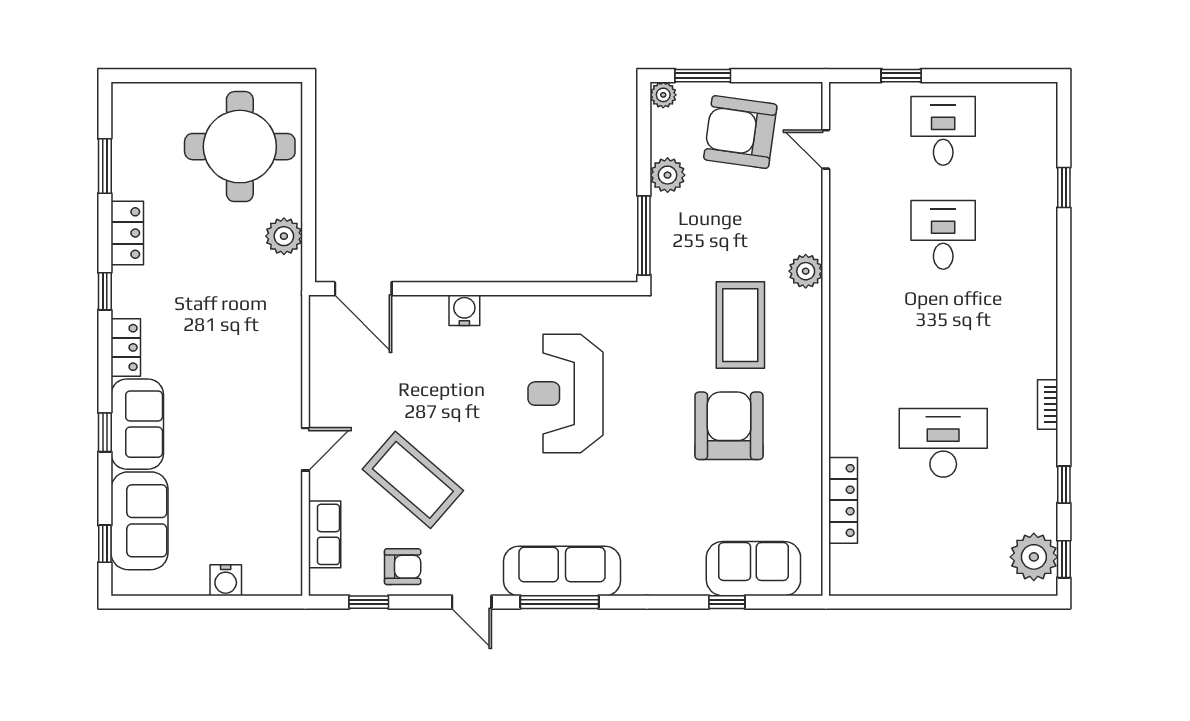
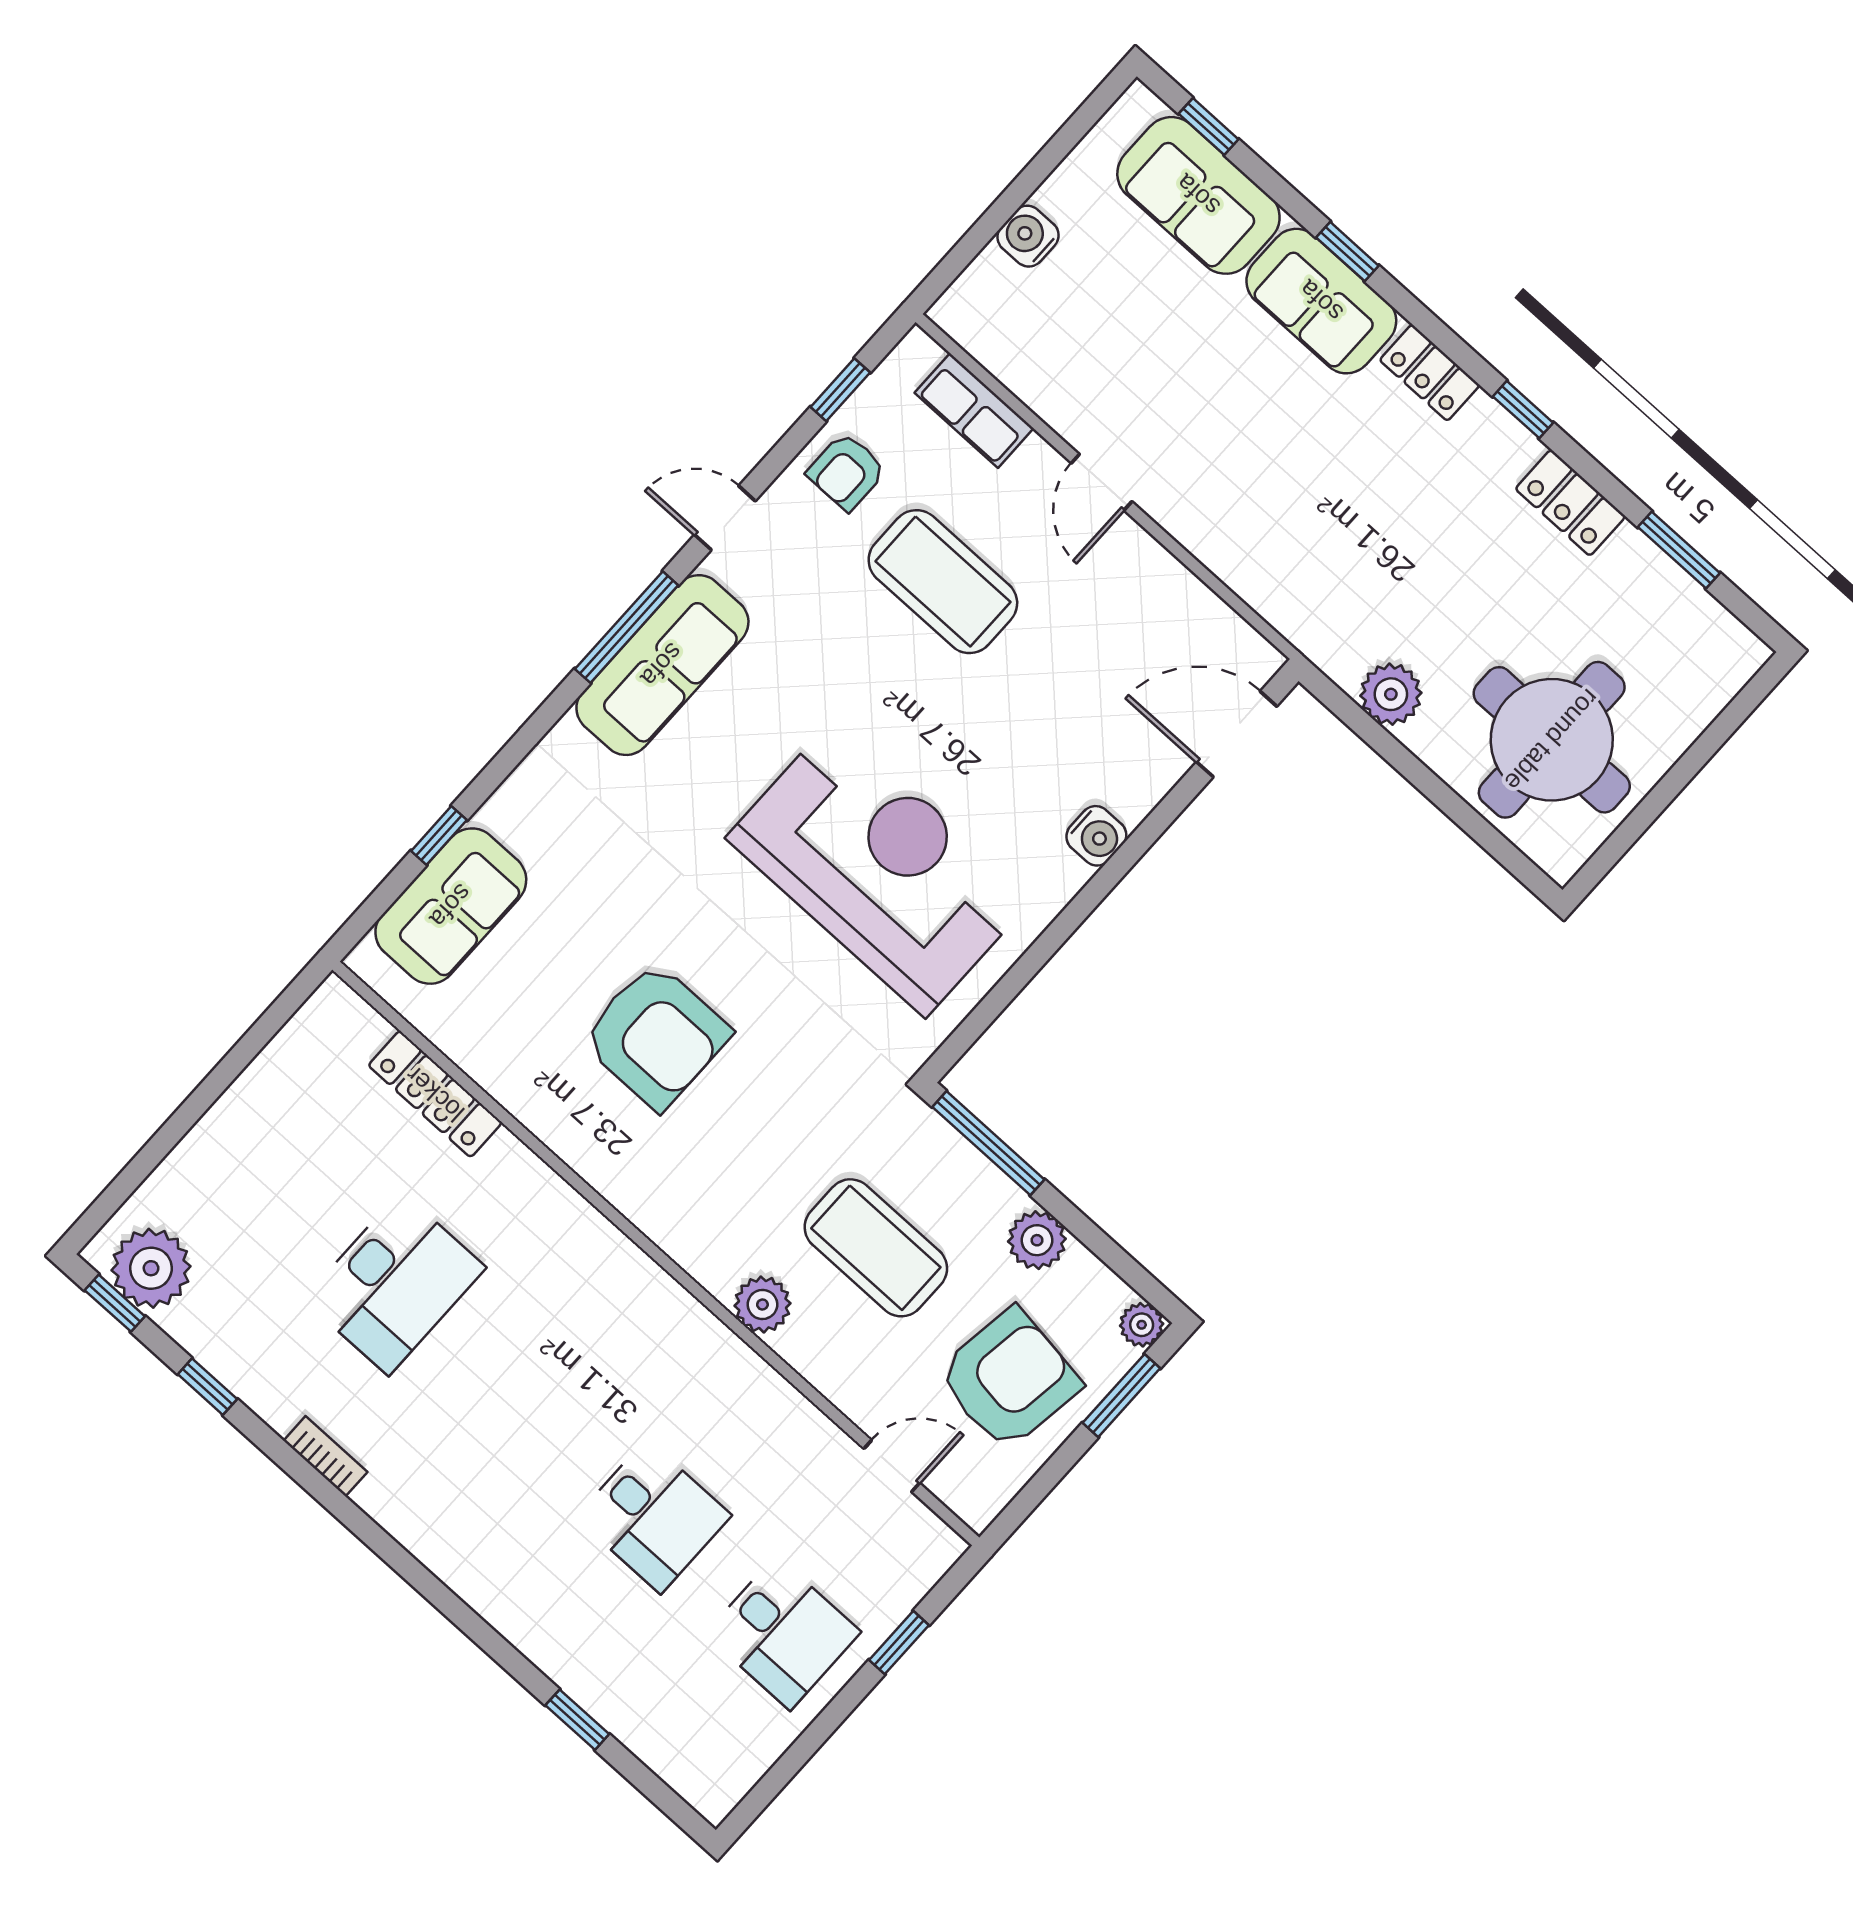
coffee table: (740, 325) -> (876, 1248), moved
reception desk: (565, 394) -> (879, 868), width x1.36, depth x1.30
coffee table: (413, 480) -> (943, 582), turned 49

